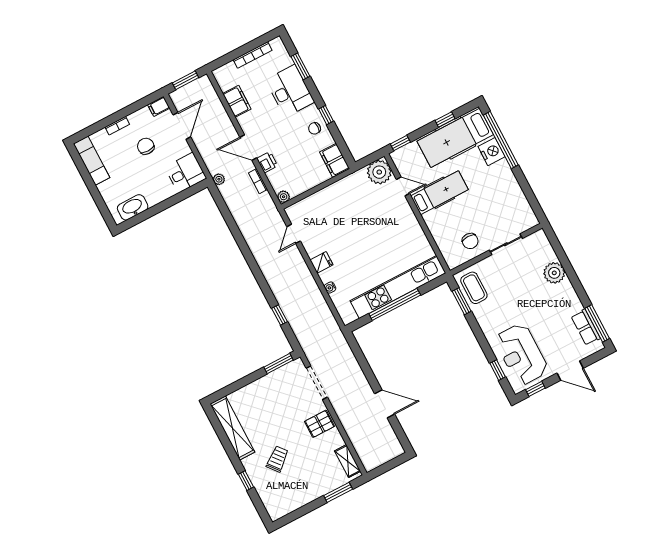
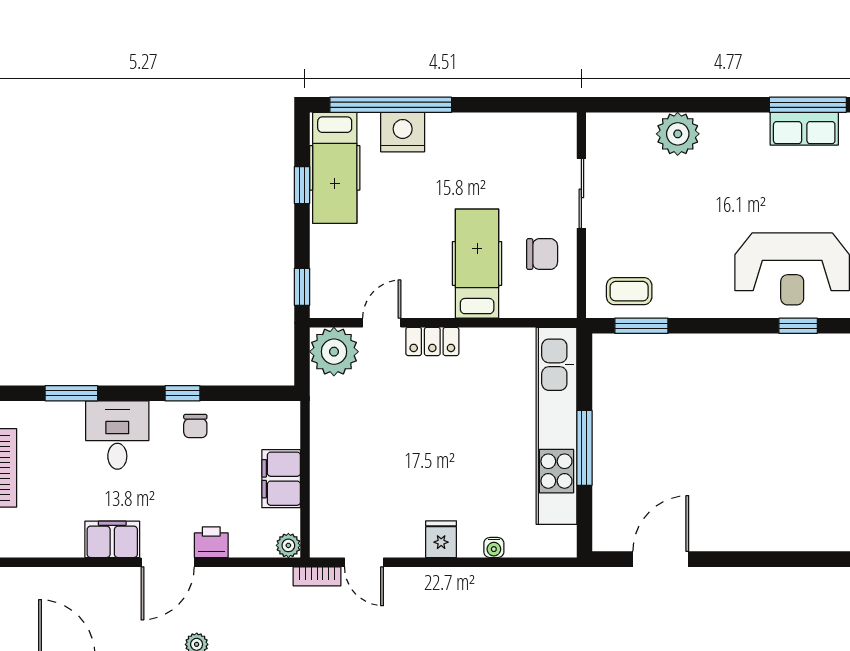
desk: (290, 91) -> (117, 435), width x0.73
filing cabinet: (237, 101) -> (112, 539), moved
hospital bed: (455, 138) -> (335, 168), width x0.73, depth x0.77
filing cabinet: (335, 160) -> (281, 479), moved, turned 90
bookcase: (258, 181) -> (317, 576), moved
hospital bed: (439, 193) -> (477, 264), moved
locker: (406, 213) -> (432, 341), added
coffee table: (474, 288) -> (629, 291), width x0.73, depth x0.77
window: (395, 304) -> (584, 448), width x0.68
door: (385, 404) -> (661, 559), moved

